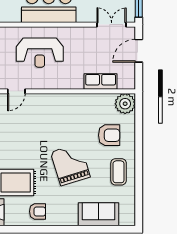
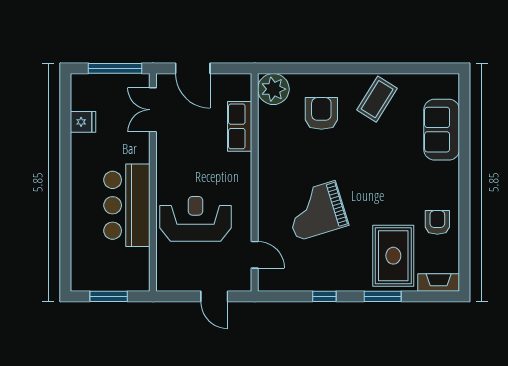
reception desk: (40, 53) -> (195, 219), turned -90
grand piano: (70, 164) -> (316, 211), moved
coffee table: (119, 172) -> (377, 99), turned -58

